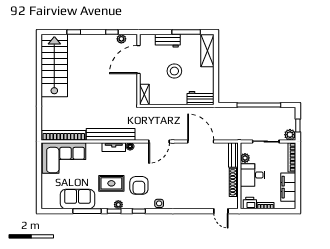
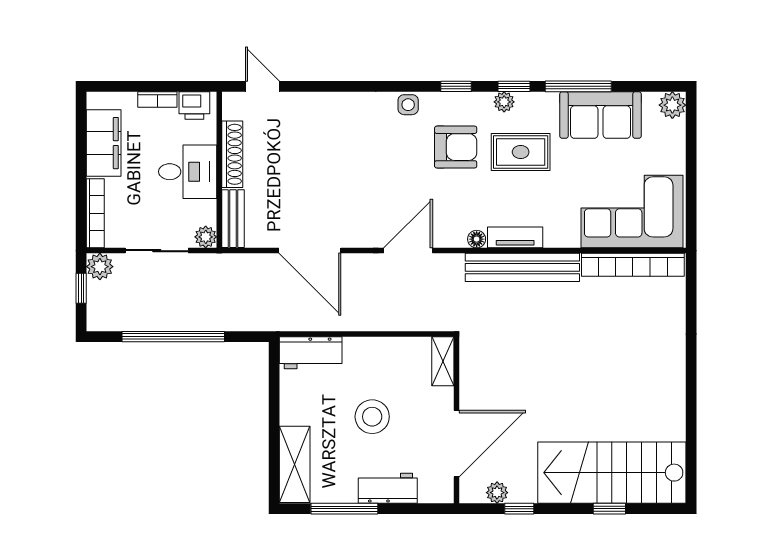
stairs: (54, 66) -> (612, 473), moved, turned 90
plant: (245, 158) -> (206, 237), moved
armchair: (139, 185) -> (456, 147), turned 90
plant: (47, 203) -> (672, 105), added

